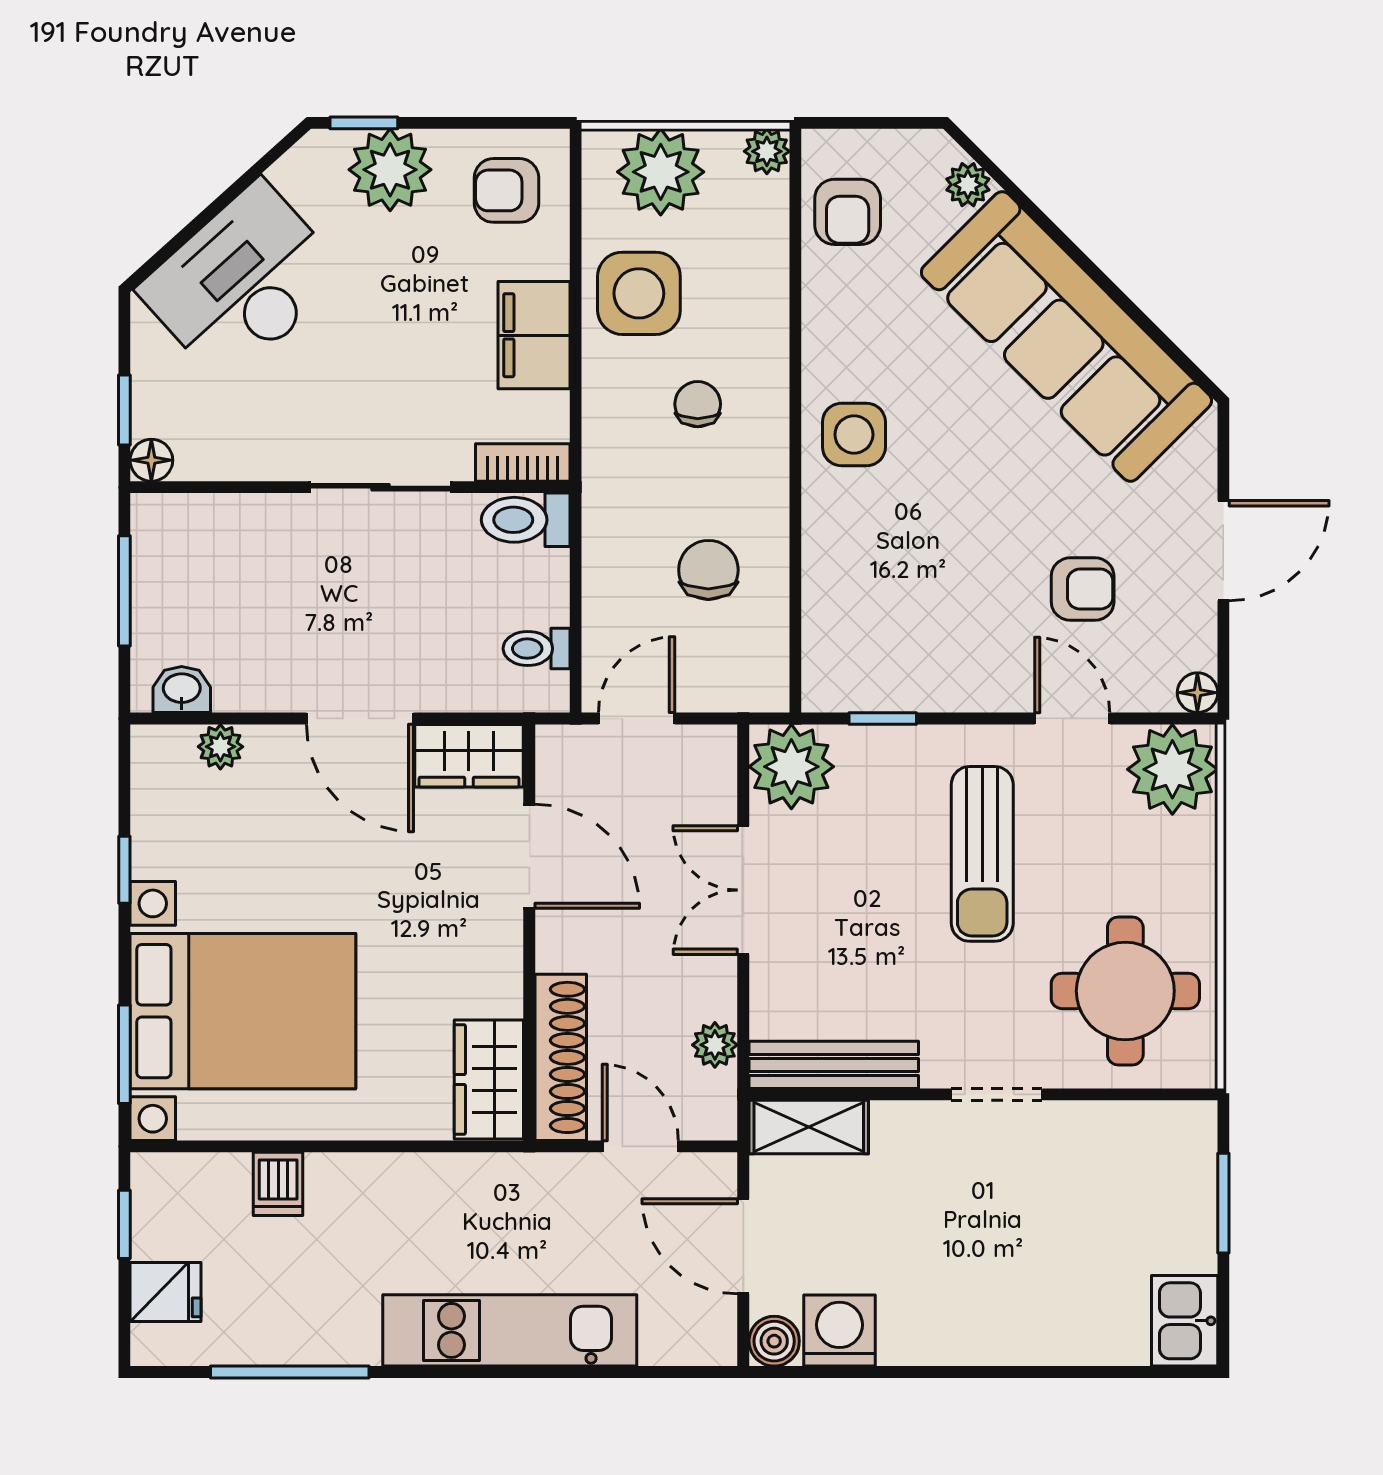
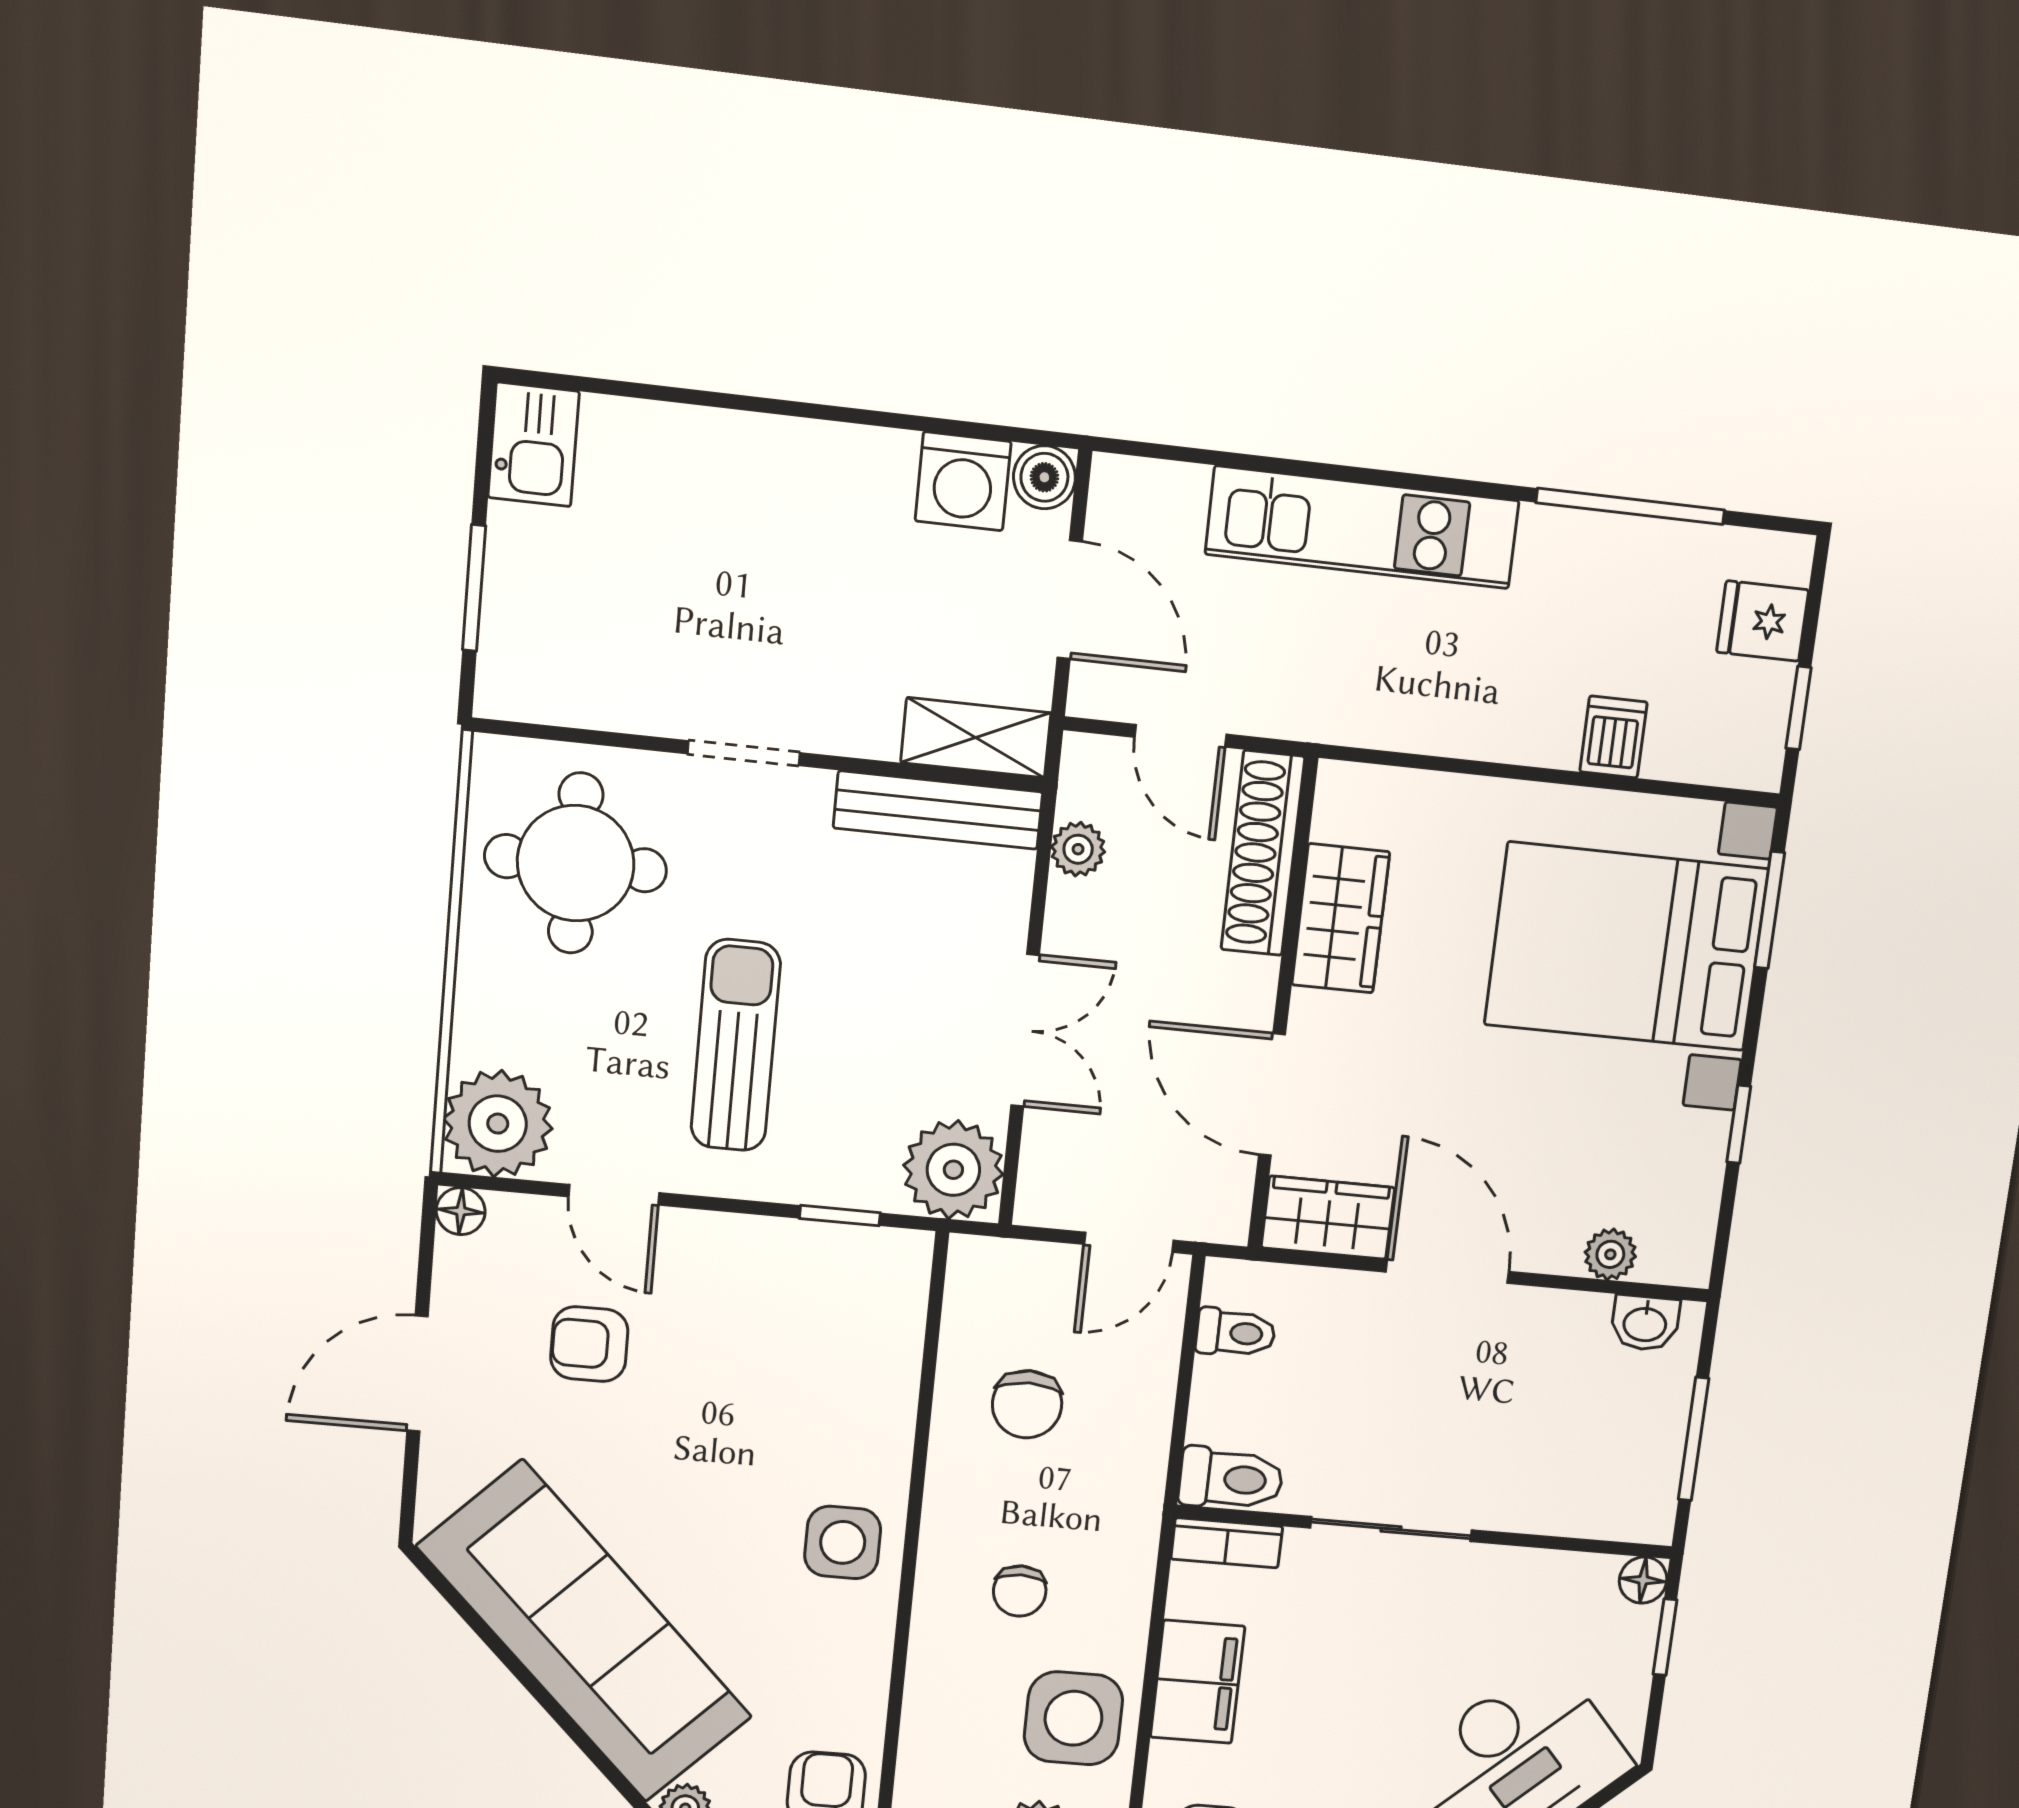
wardrobe: (489, 1080) -> (1341, 918), moved

